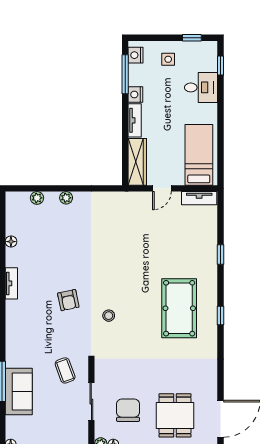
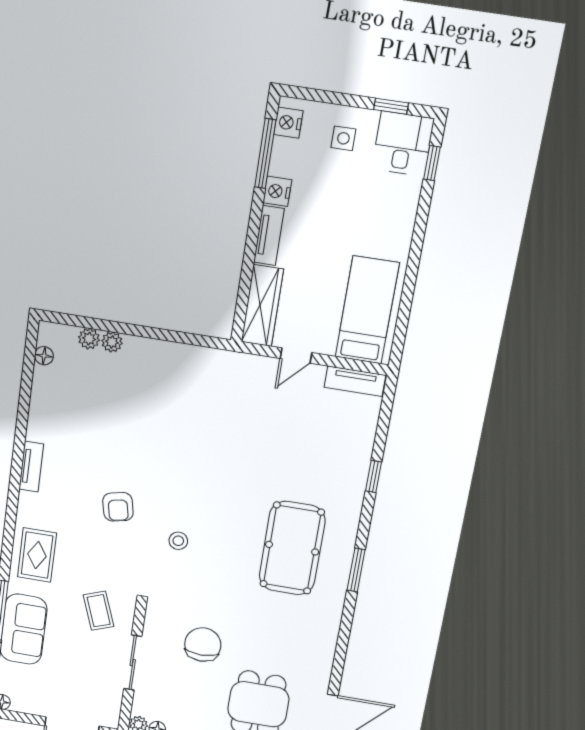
desk: (201, 87) -> (403, 144), moved, turned -90
plant: (66, 198) -> (112, 342), moved
floor lamp: (11, 242) -> (44, 356), moved
window: (220, 315) -> (356, 570), width x1.50
rug: (22, 340) -> (37, 555), added
chair: (128, 410) -> (203, 645), moved

